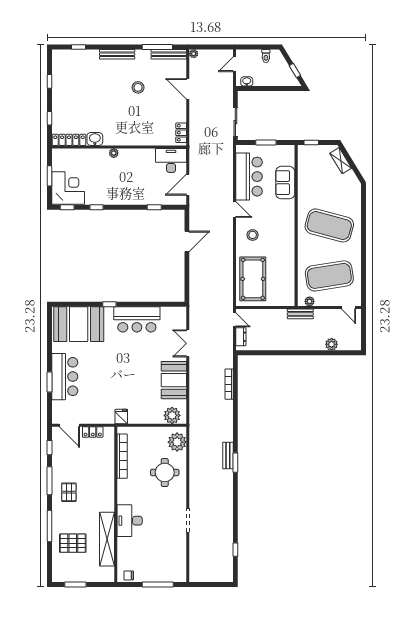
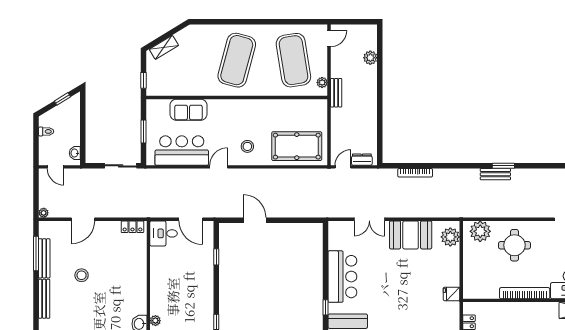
bench: (169, 54) -> (44, 258), moved
plant: (114, 153) -> (155, 321), moved
desk: (171, 160) -> (164, 233), width x0.73
bookcase: (122, 456) -> (525, 293), moved

